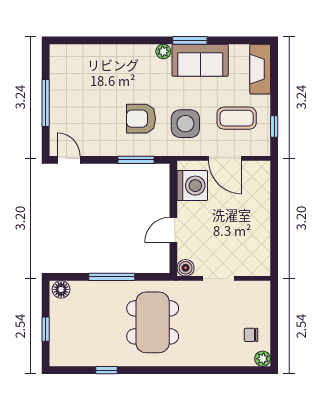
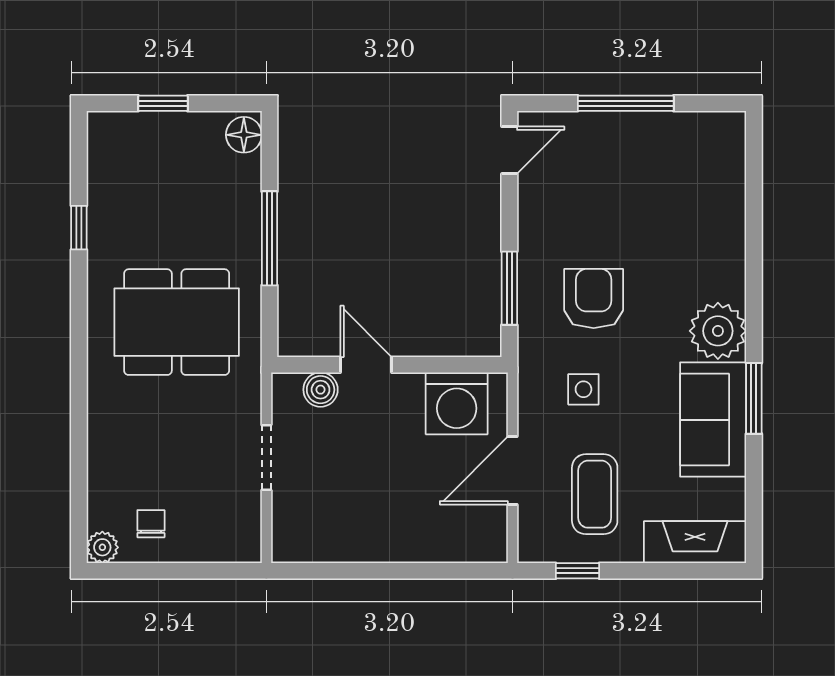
plant: (163, 51) -> (718, 331), width x1.88, depth x1.88
side table: (185, 124) -> (583, 389), width x0.54, depth x0.54
boiler: (186, 268) -> (321, 390), moved

